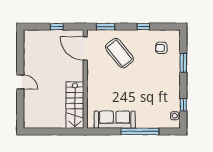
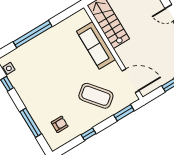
window: (183, 63) -> (31, 123), width x1.44
sofa: (115, 120) -> (96, 45), moved, turned 90

